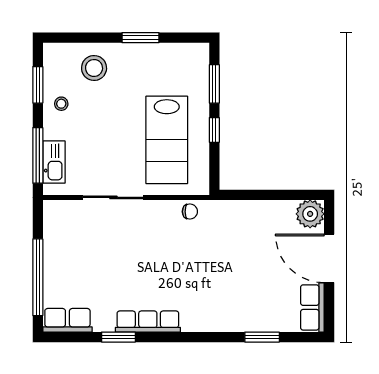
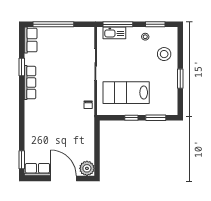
door: (329, 258) -> (63, 178), hinge flipped
window: (262, 337) -> (22, 160), moved

